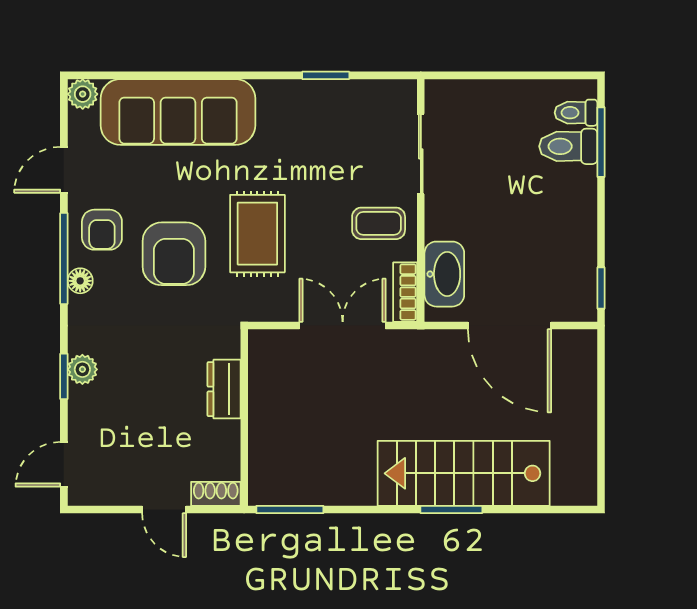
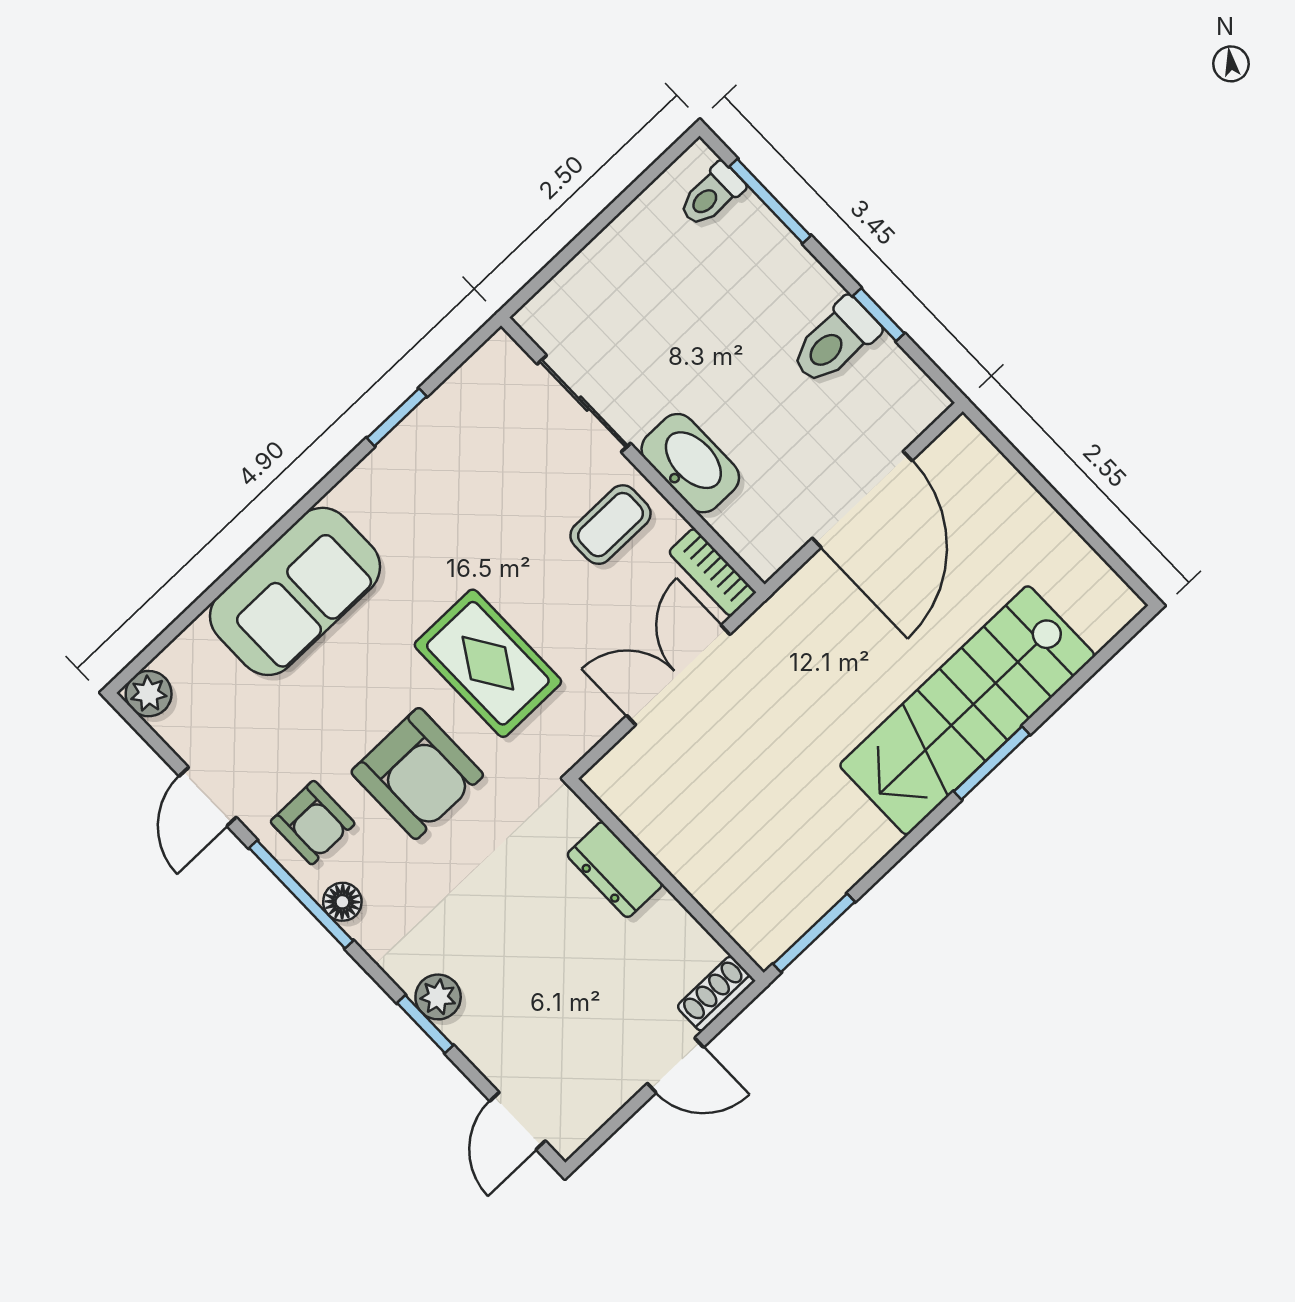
sofa: (178, 112) -> (295, 591), width x0.73
toilet: (568, 146) -> (835, 341), moved
washbasin: (444, 274) -> (690, 463), moved
window: (601, 288) -> (879, 315), moved
door: (509, 326) -> (862, 499), hinge flipped

